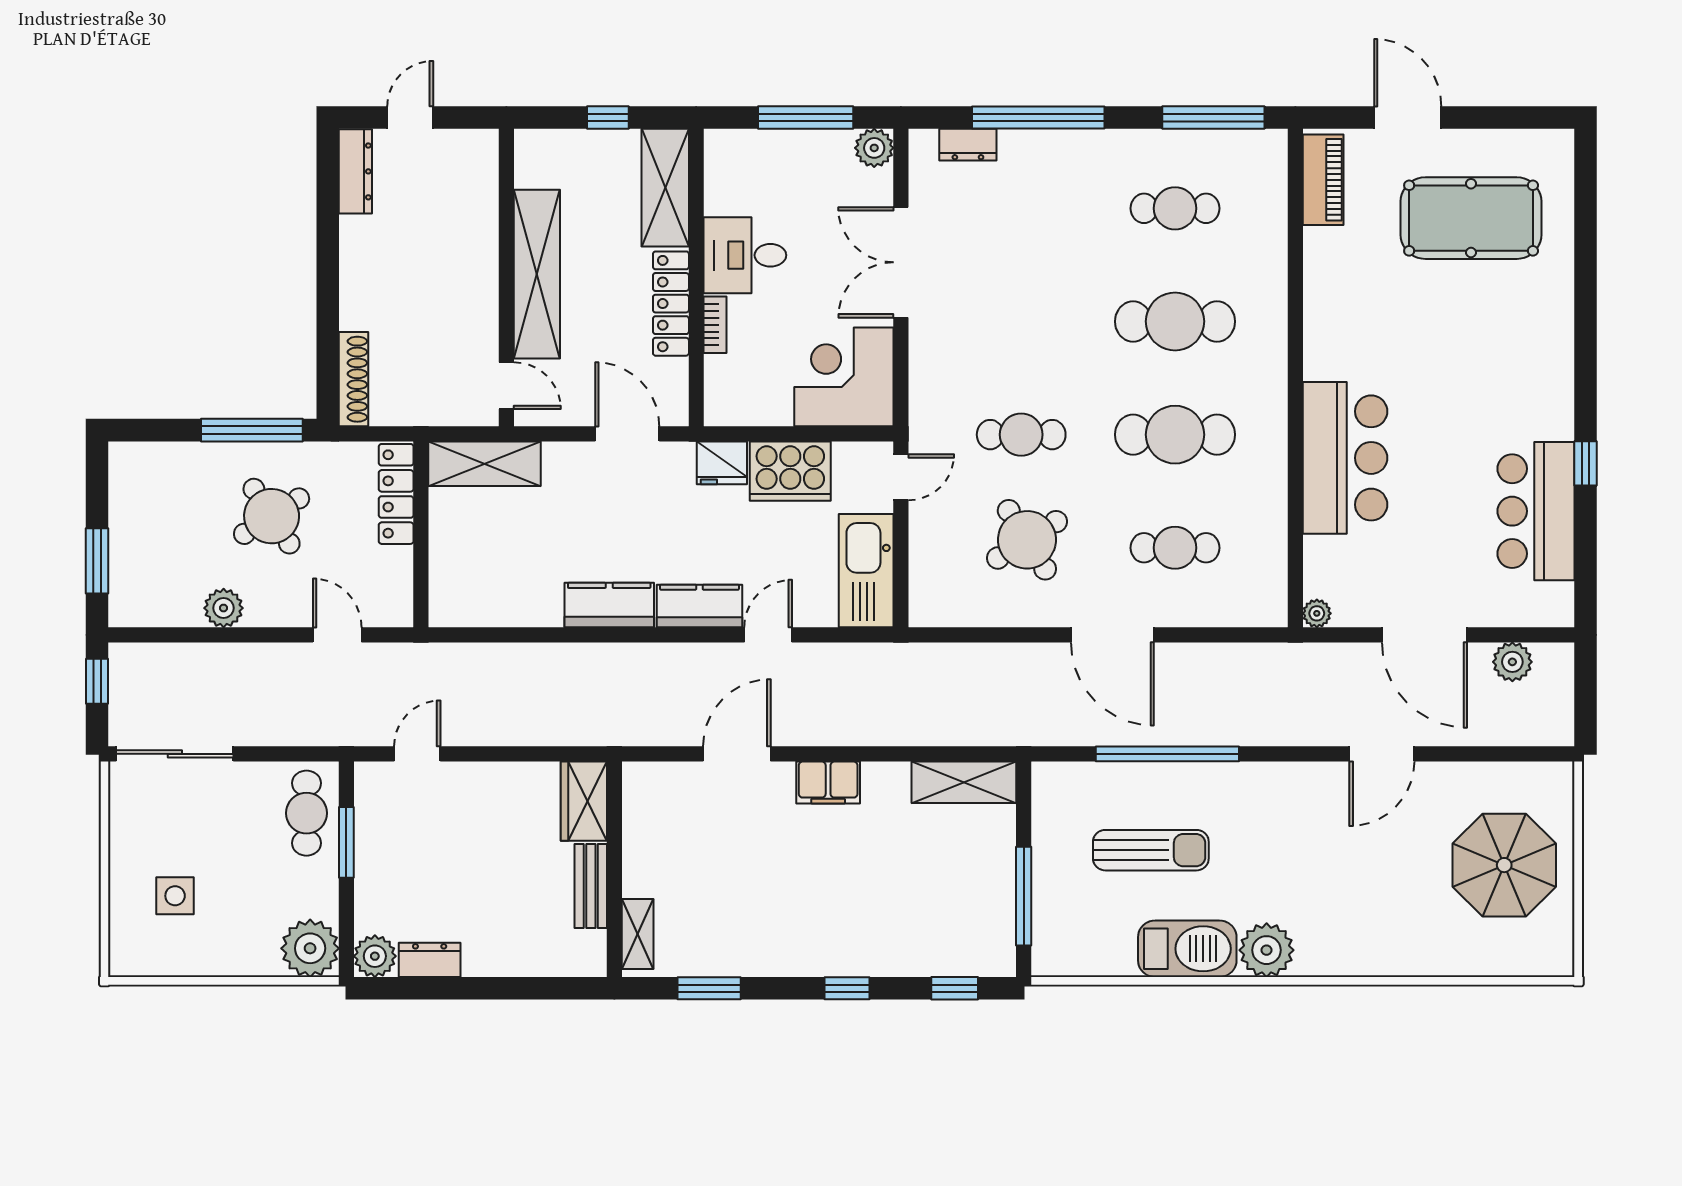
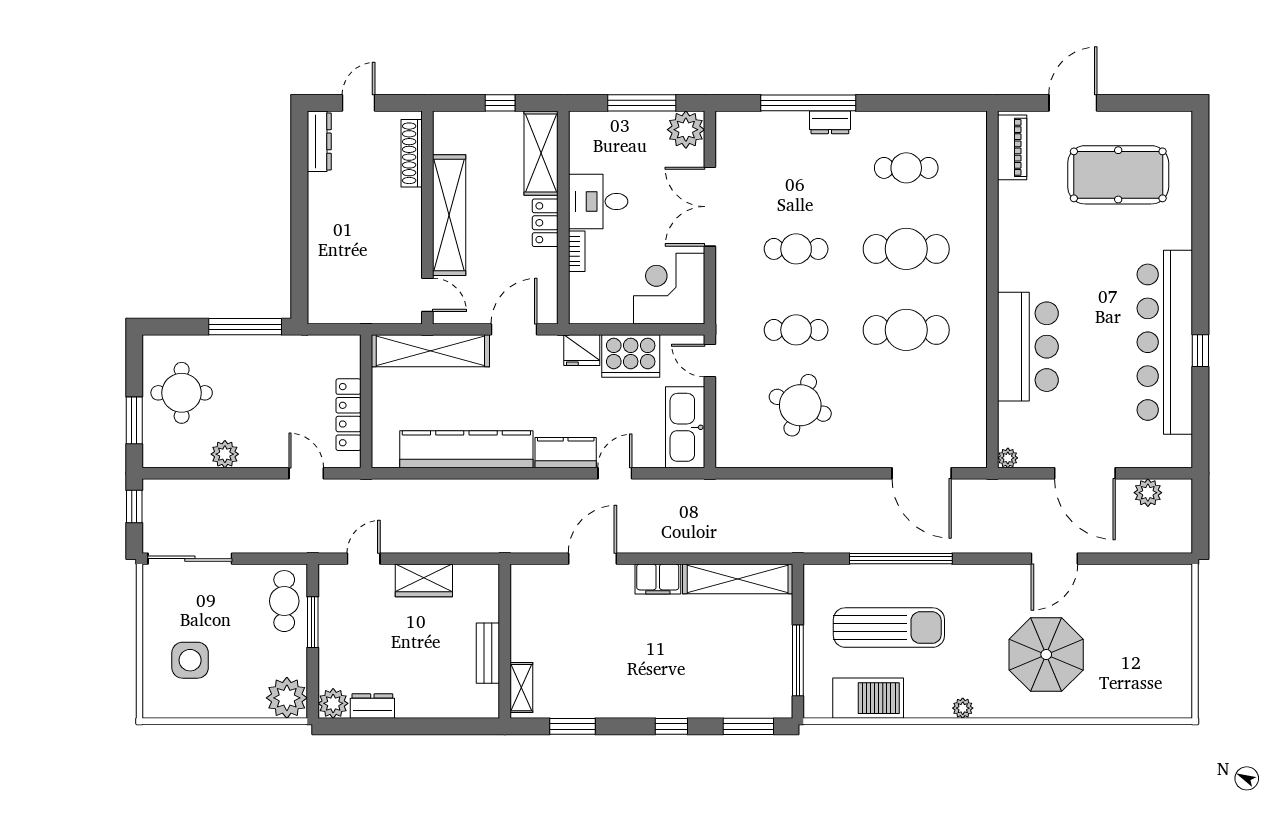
window: (1213, 118) -> (934, 103), removed
door: (1408, 118) -> (1073, 103), hinge flipped
dresser: (968, 145) -> (830, 122), moved
plant: (874, 148) -> (686, 130), width x1.36, depth x1.36
locker: (671, 304) -> (545, 223), width x0.66
shoe rack: (354, 379) -> (412, 153), moved, turned 180
door: (627, 434) -> (514, 329), hinge flipped
shelving: (484, 464) -> (430, 351), width x1.47
door: (901, 477) -> (710, 360), swing flipped
locker: (396, 494) -> (348, 415), moved
bar counter: (1536, 511) -> (1165, 342), width x1.86
round table: (272, 516) -> (182, 393), moved, turned 33
round table: (1027, 540) -> (800, 405), turned -38
cafe table: (1175, 548) -> (796, 249), moved
kitchen counter: (609, 605) -> (466, 449), width x2.08, depth x1.17
door: (1112, 635) -> (922, 473), moved
shelving: (964, 782) -> (738, 579), width x1.47
wardrobe: (584, 801) -> (424, 580), moved, turned -90
sun lounger: (1151, 850) -> (889, 628), width x1.36, depth x1.34
parasol: (1504, 865) -> (1046, 655), moved
side table: (175, 896) -> (190, 660), width x1.37, depth x1.37
barbecue: (1187, 949) -> (868, 698), moved
plant: (1267, 950) -> (963, 708), width x0.53, depth x0.53
window: (955, 988) -> (748, 726), width x1.50

